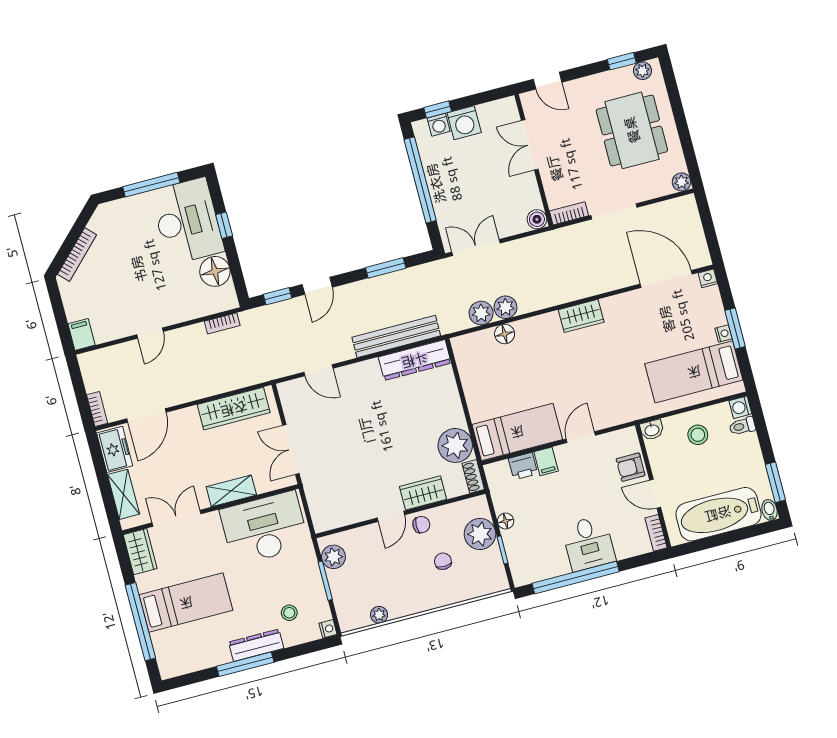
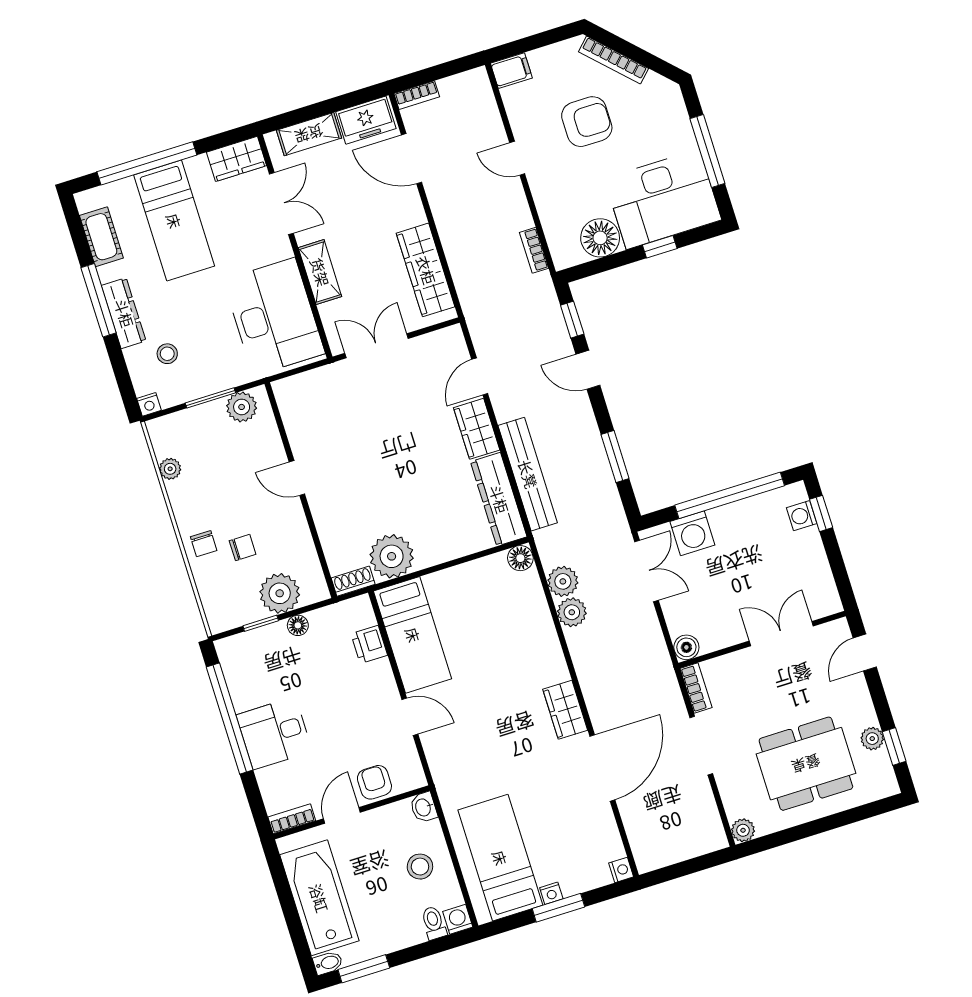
plant: (642, 71) -> (872, 739), moved
washing machine: (464, 123) -> (692, 533), moved, turned -90
armchair: (124, 278) -> (587, 122), added
door: (666, 279) -> (602, 768), moved
floor lamp: (505, 334) -> (520, 558), moved
filing cabinet: (546, 461) -> (377, 674), removed
wardrobe: (423, 493) -> (477, 429), moved, turned 180
chair: (421, 525) -> (204, 544), moved
cot: (196, 660) -> (101, 237), added

